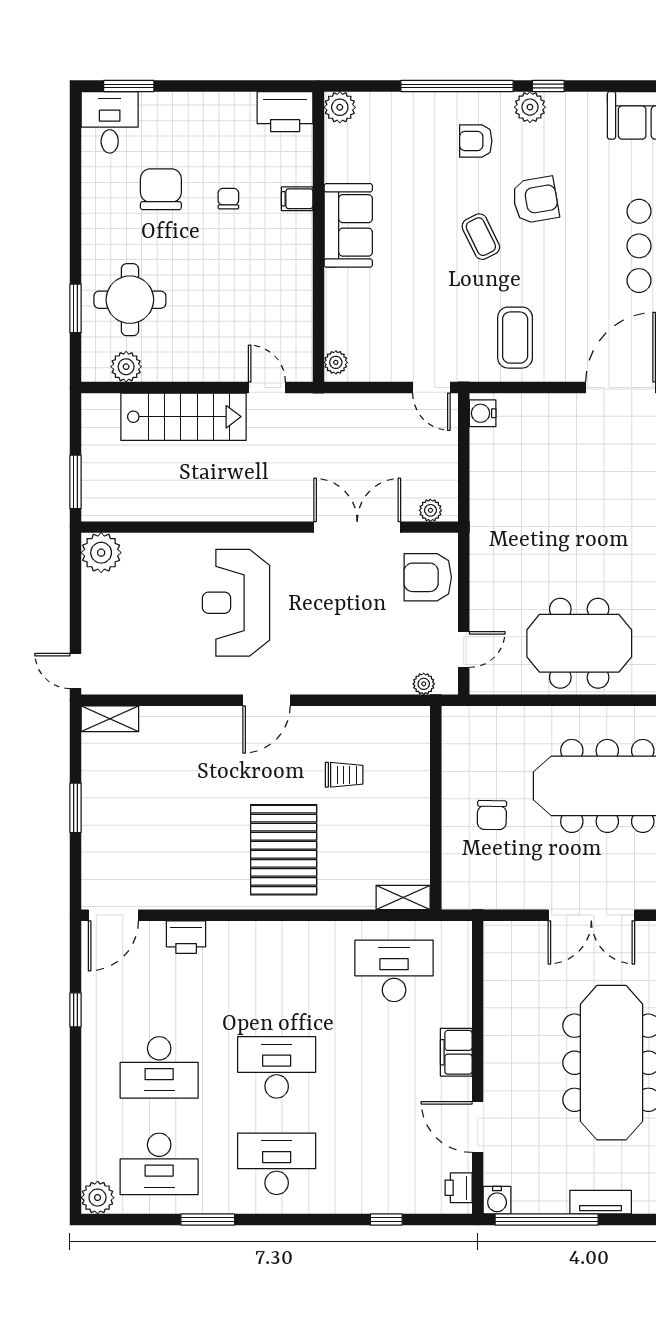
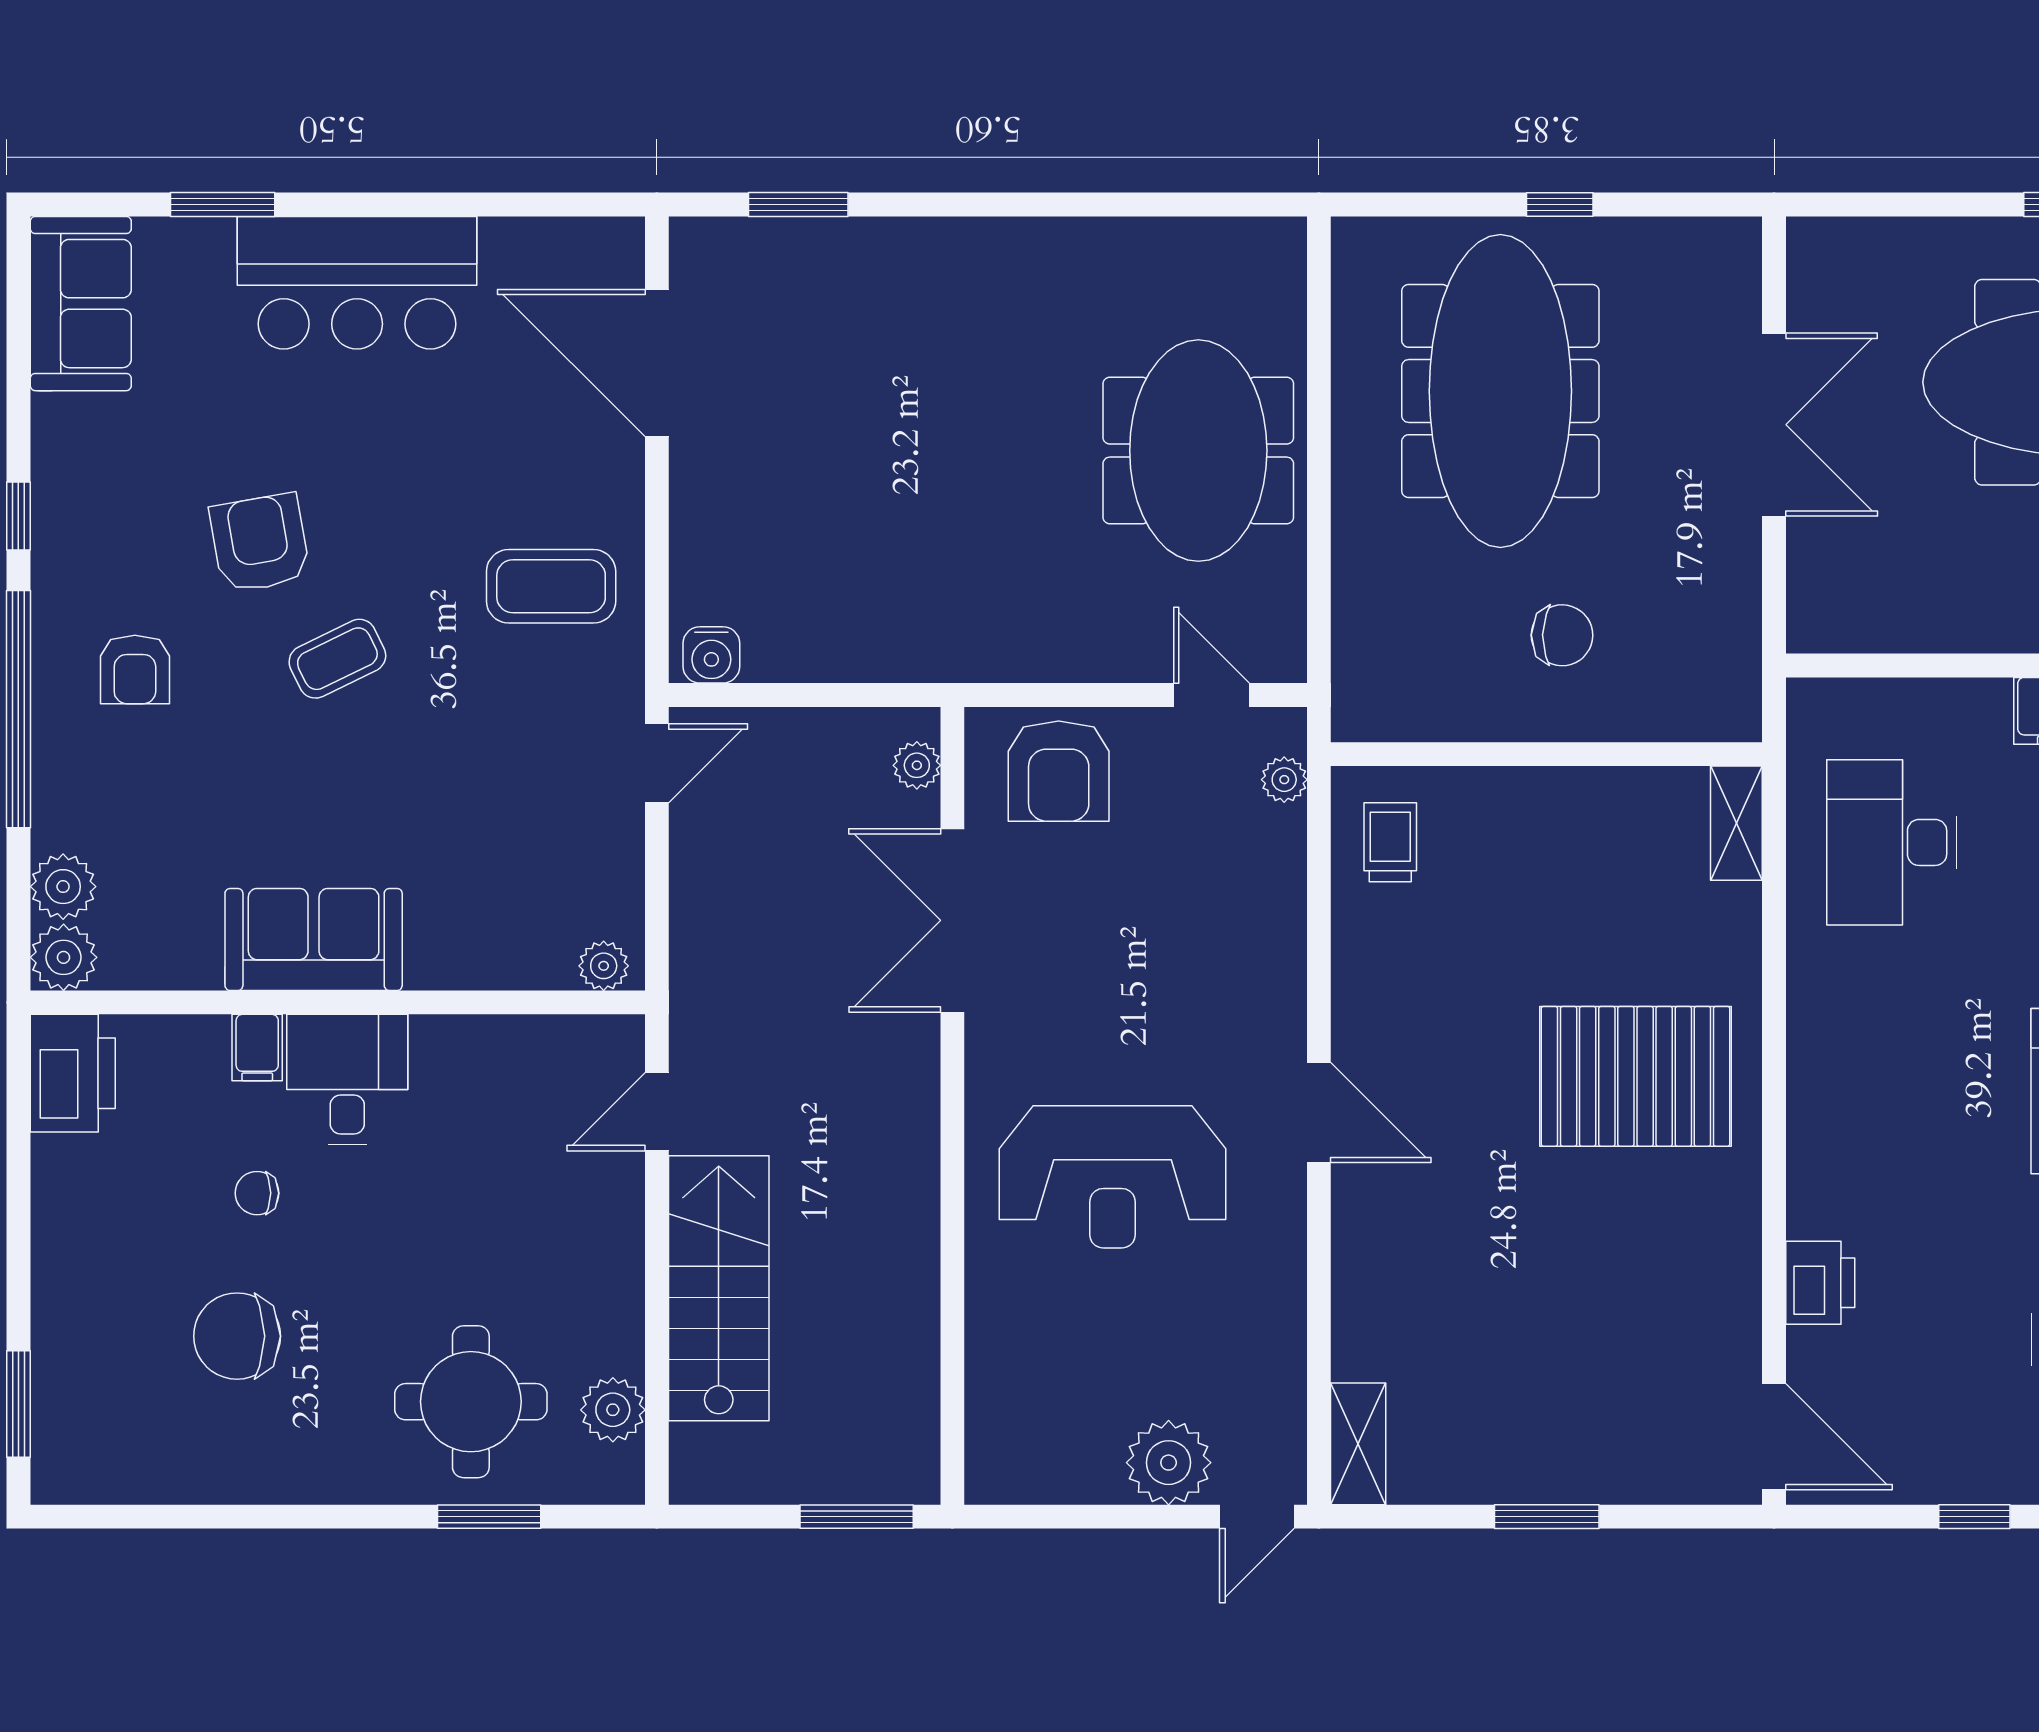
plant: (530, 107) -> (63, 887), moved
desk: (110, 122) -> (347, 1079), moved, turned 90
plant: (101, 553) -> (1169, 1463), moved
trolley: (344, 775) -> (1390, 842), moved

